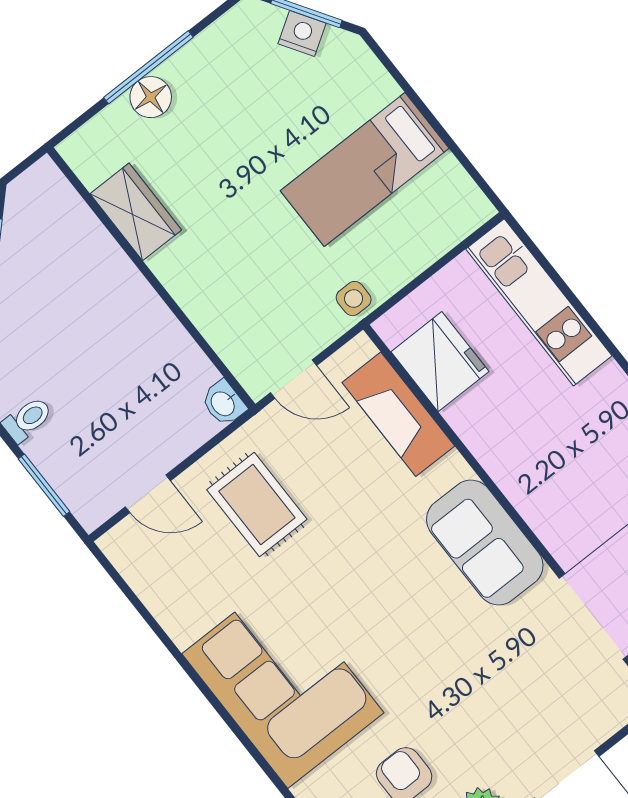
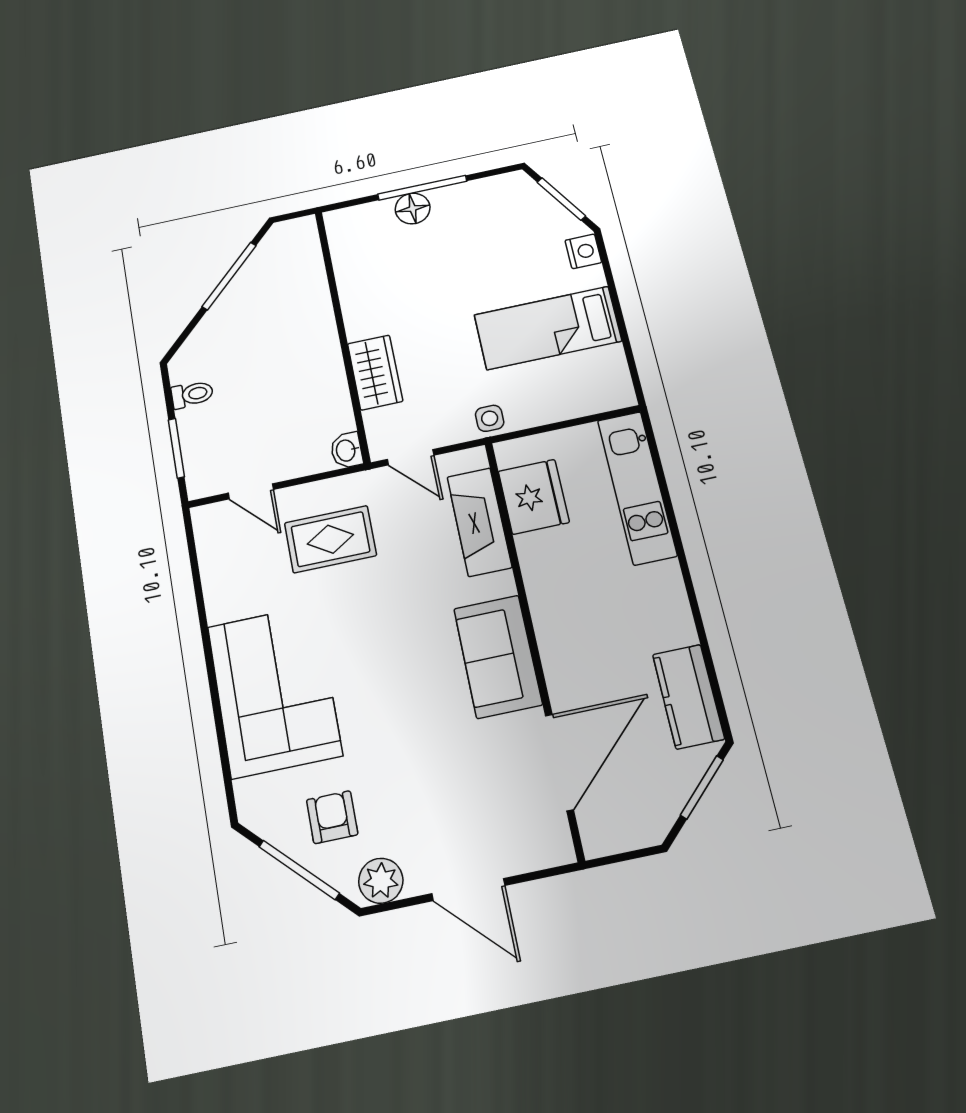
nightstand: (302, 34) -> (583, 251), moved, turned 32
wardrobe: (136, 212) -> (375, 372), moved
rug: (257, 504) -> (330, 539), turned 90

